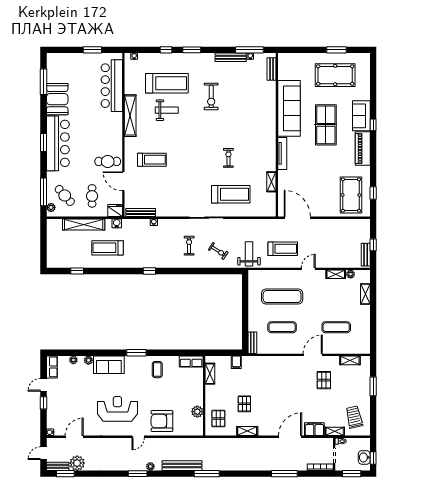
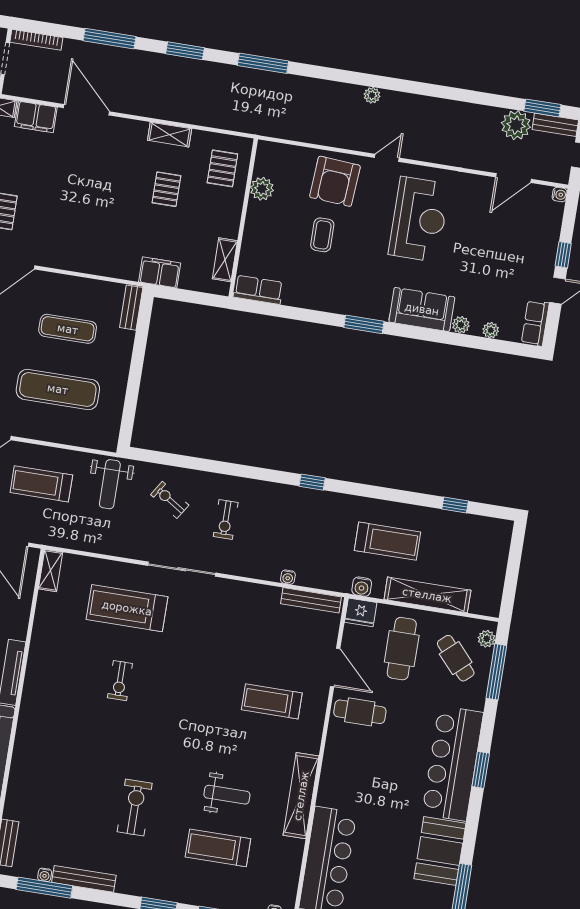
treadmill: (167, 83) -> (218, 848), width x0.73, depth x0.73
weight bench: (167, 110) -> (227, 795), turned 180
shelving: (271, 182) -> (51, 571), moved
cafe table: (92, 196) -> (402, 649), width x1.37, depth x1.35
filing cabinet: (236, 362) -> (160, 272), width x2.00
coffee table: (157, 370) -> (322, 235), moved
reception desk: (117, 409) -> (419, 219), turned -90
armchair: (162, 421) -> (335, 181), turned 94
door: (290, 437) -> (86, 110), swing flipped
bench: (182, 466) -> (309, 87), removed
window: (138, 474) -> (185, 51), moved

